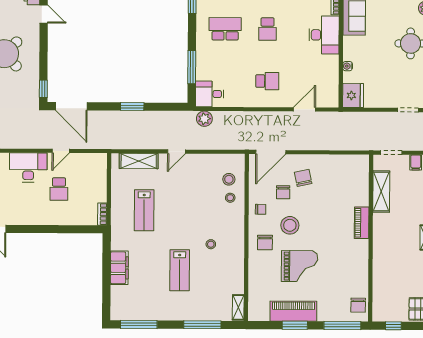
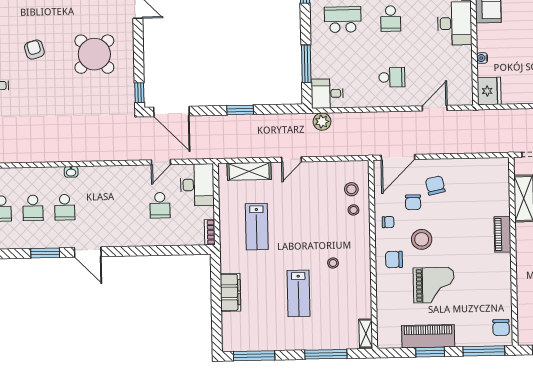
desk: (28, 167) -> (197, 185), moved, turned 90
chair: (265, 242) -> (394, 259), turned 90

